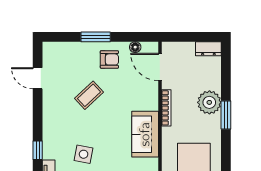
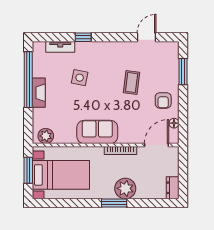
window: (96, 37) -> (183, 72), moved
coffee table: (89, 95) -> (132, 83), turned 50

